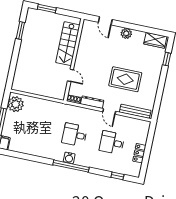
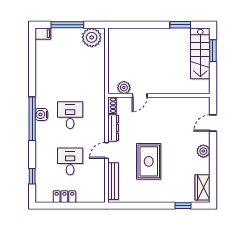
stairs: (68, 44) -> (200, 53), moved, turned -90
plant: (61, 87) -> (124, 88), added

